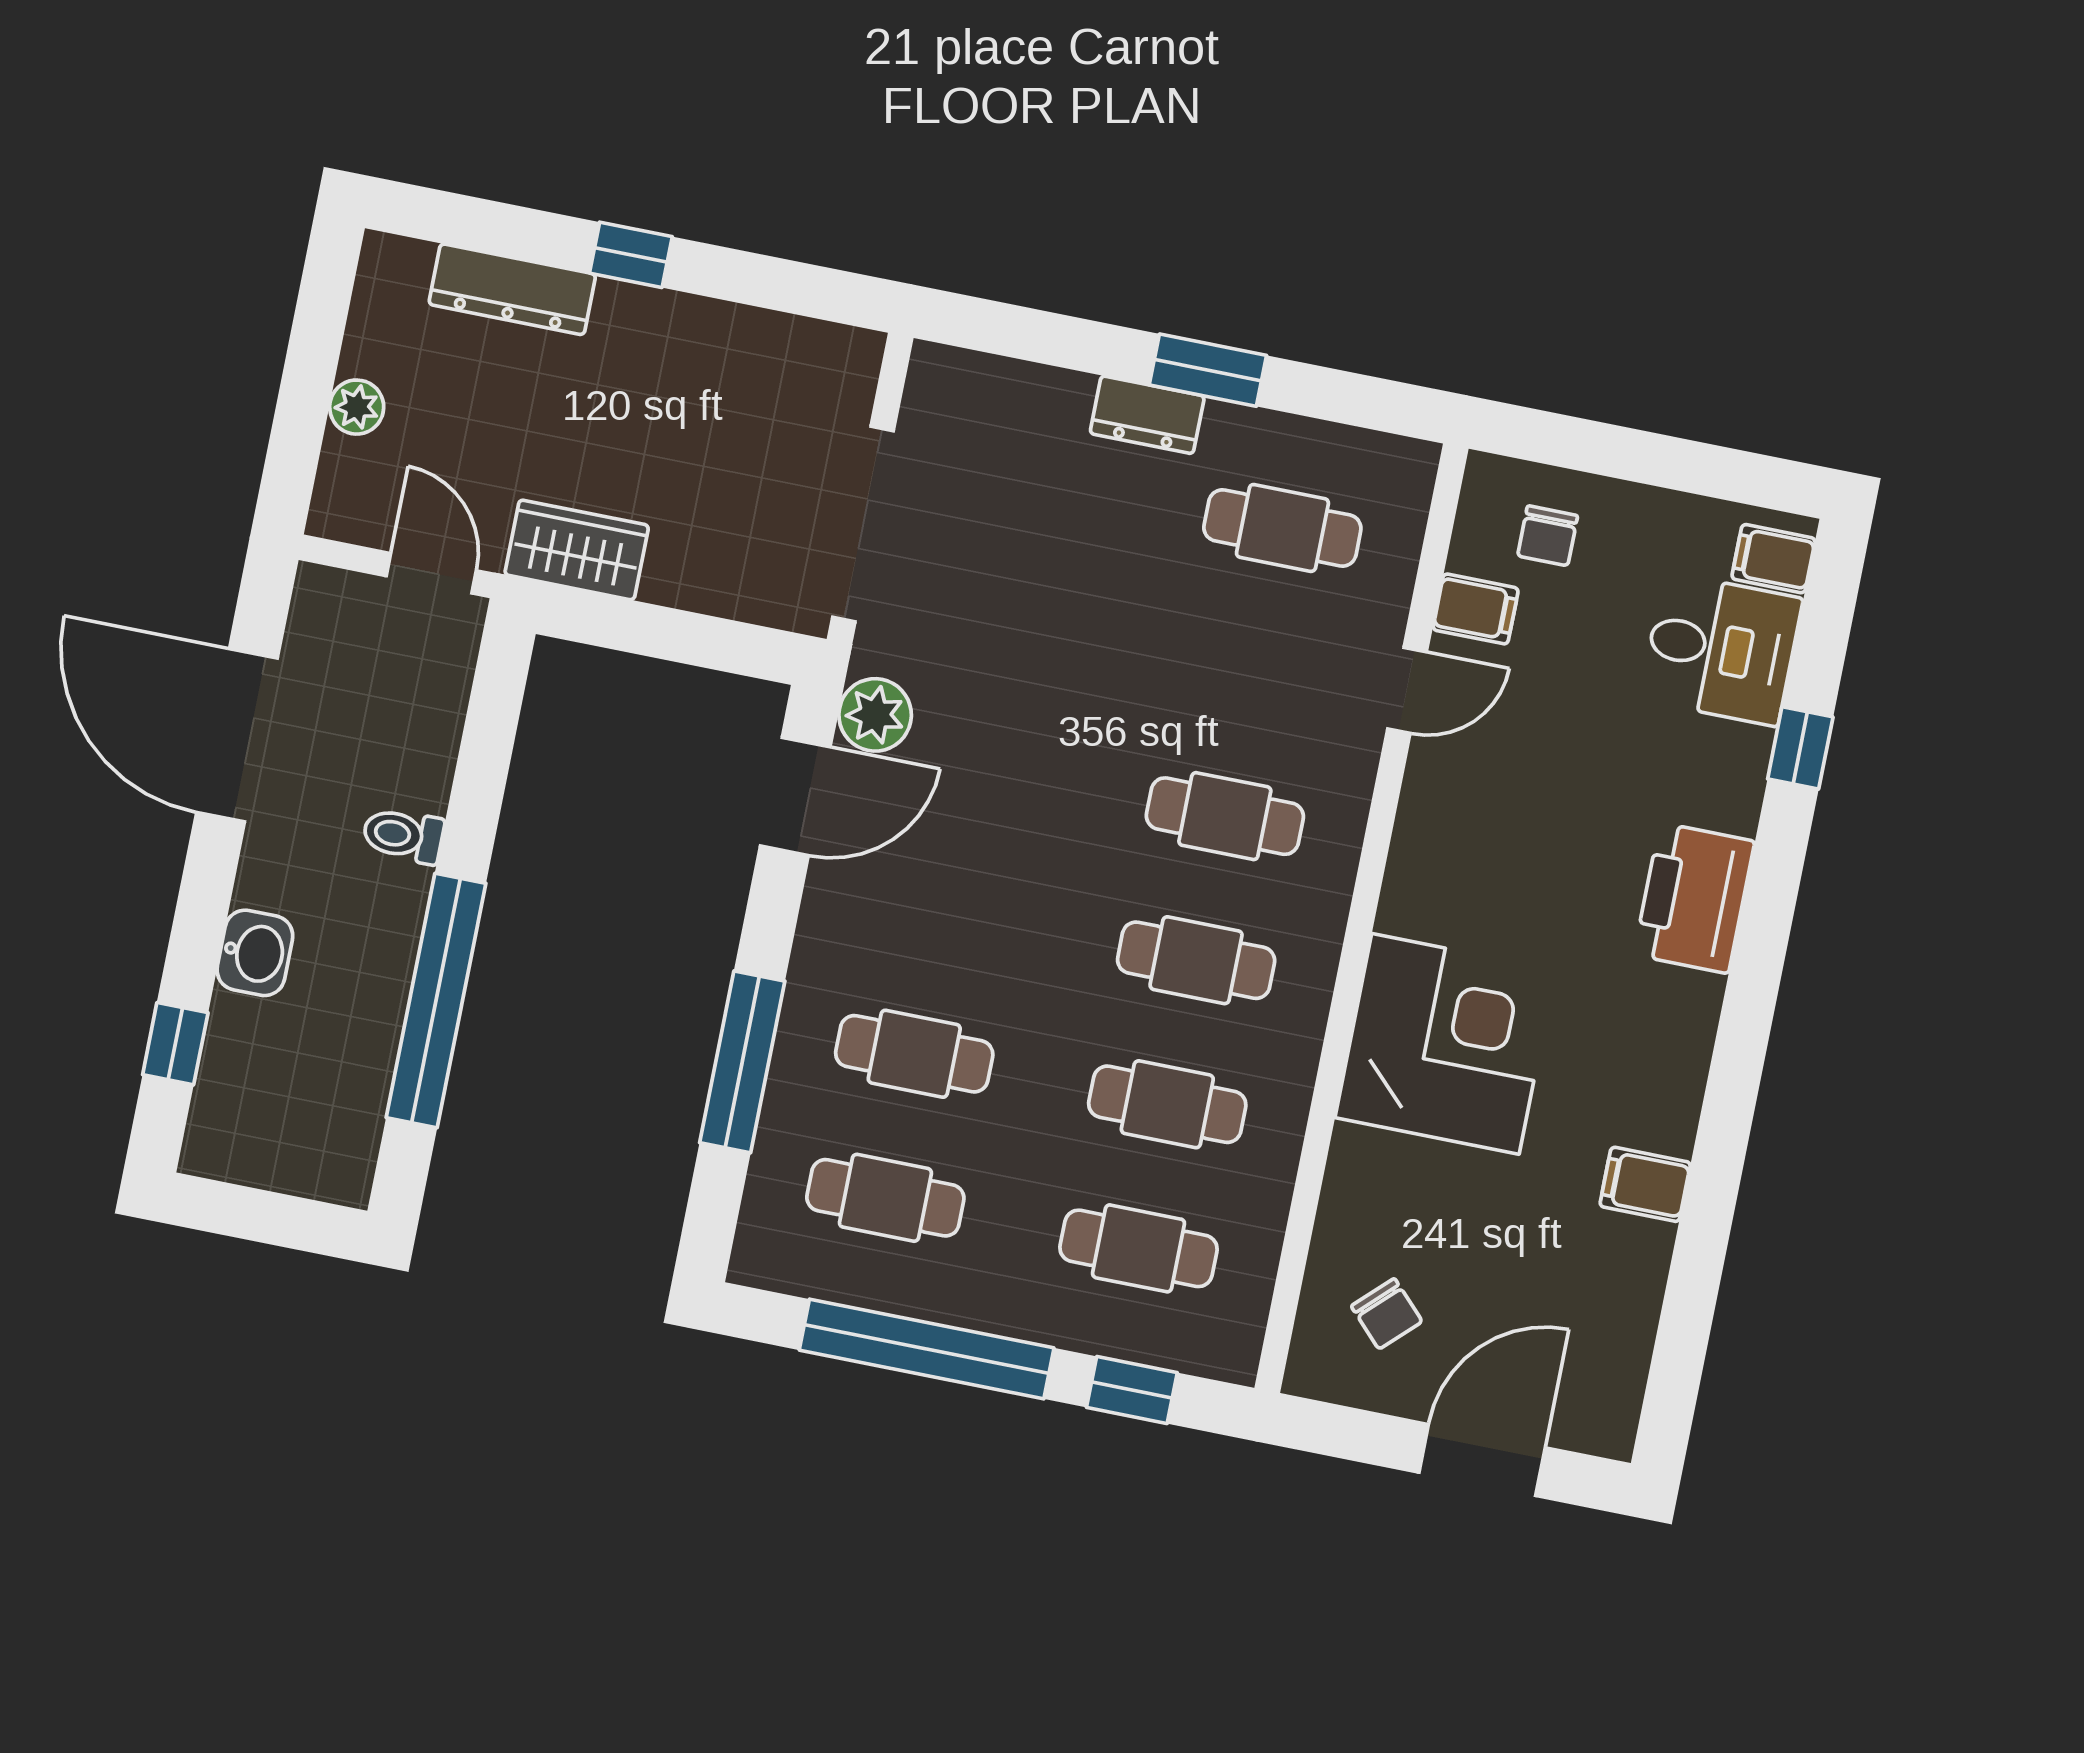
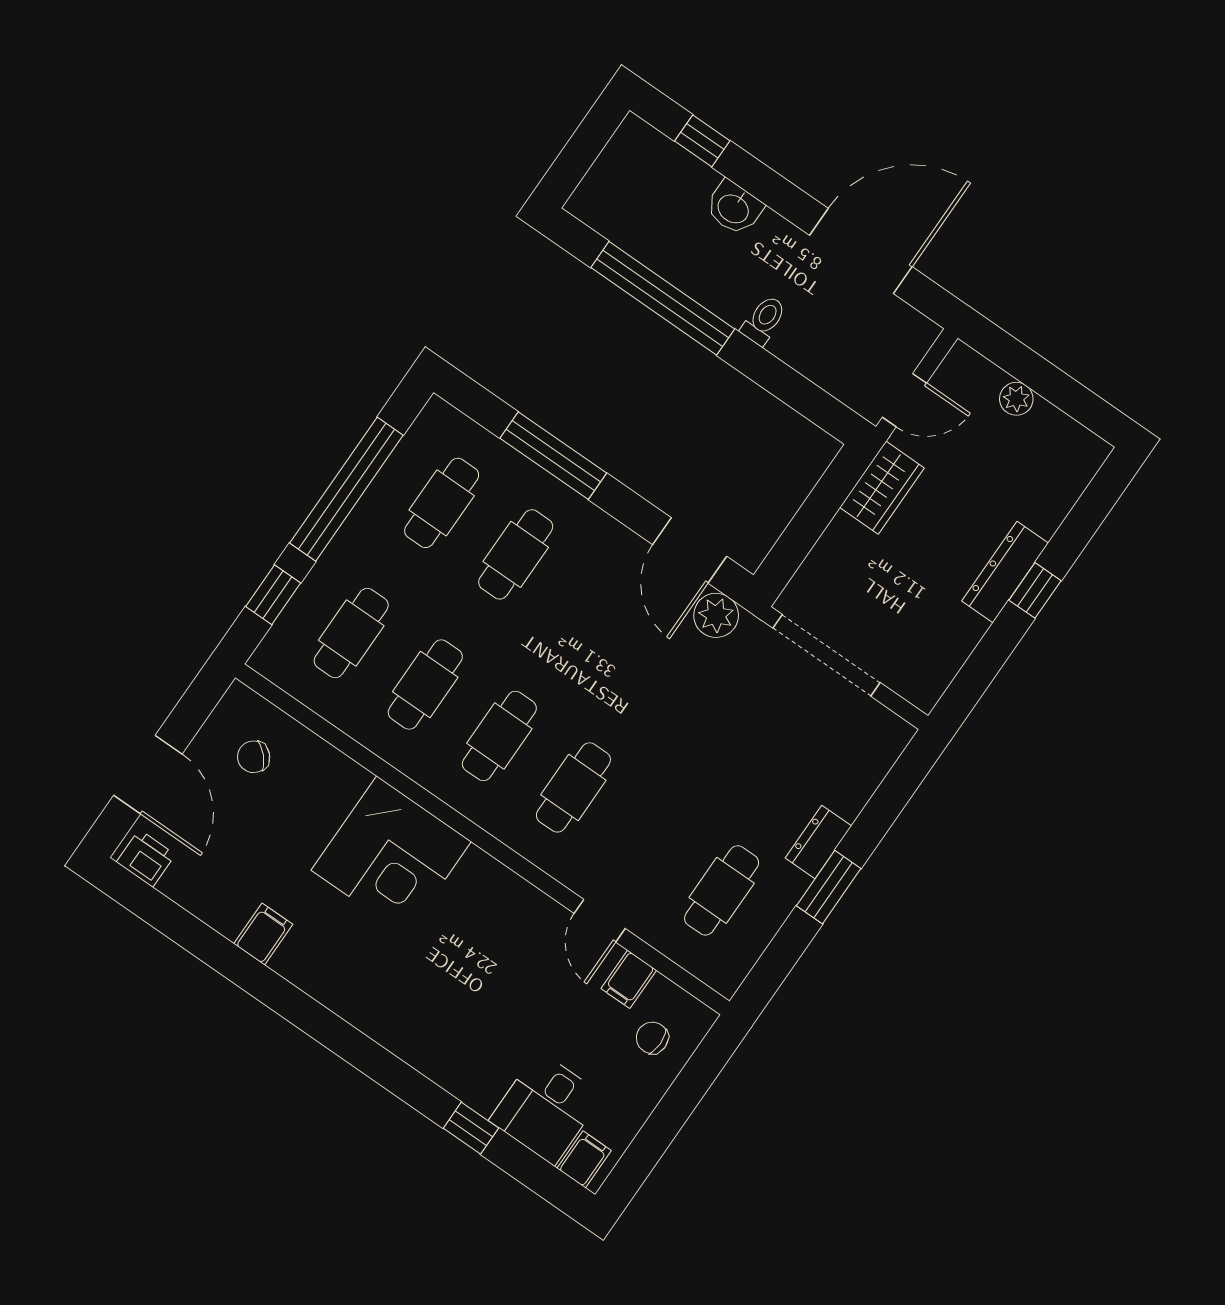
dresser: (512, 289) -> (1005, 572), moved
printer: (1694, 898) -> (146, 858), moved, width x0.53, depth x0.68

